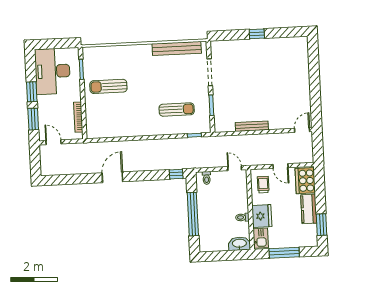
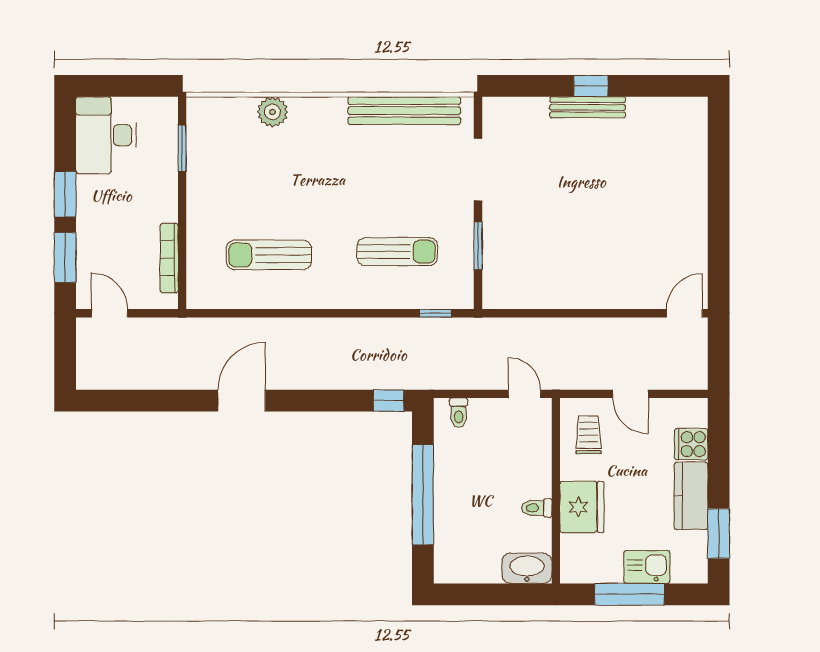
plant: (120, 52) -> (272, 112), added
desk: (53, 71) -> (106, 135), width x0.73, depth x0.77
sun lounger: (108, 86) -> (269, 255), moved
bench: (252, 126) -> (588, 107), moved
cooker: (305, 181) -> (691, 444), width x0.53, depth x0.76
kitchen sink: (261, 238) -> (647, 567), moved, turned -90

